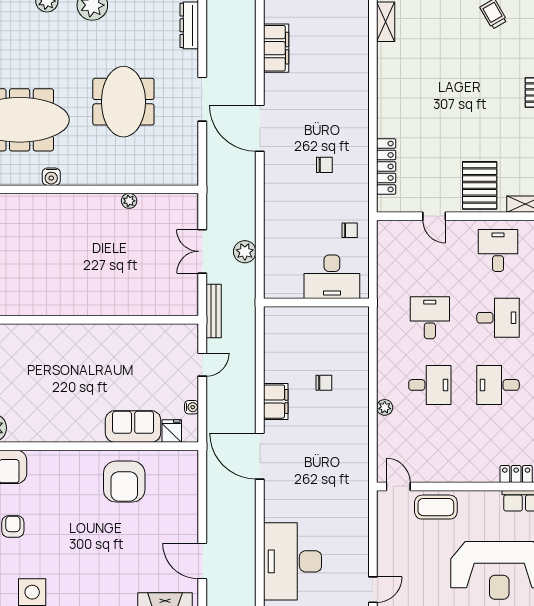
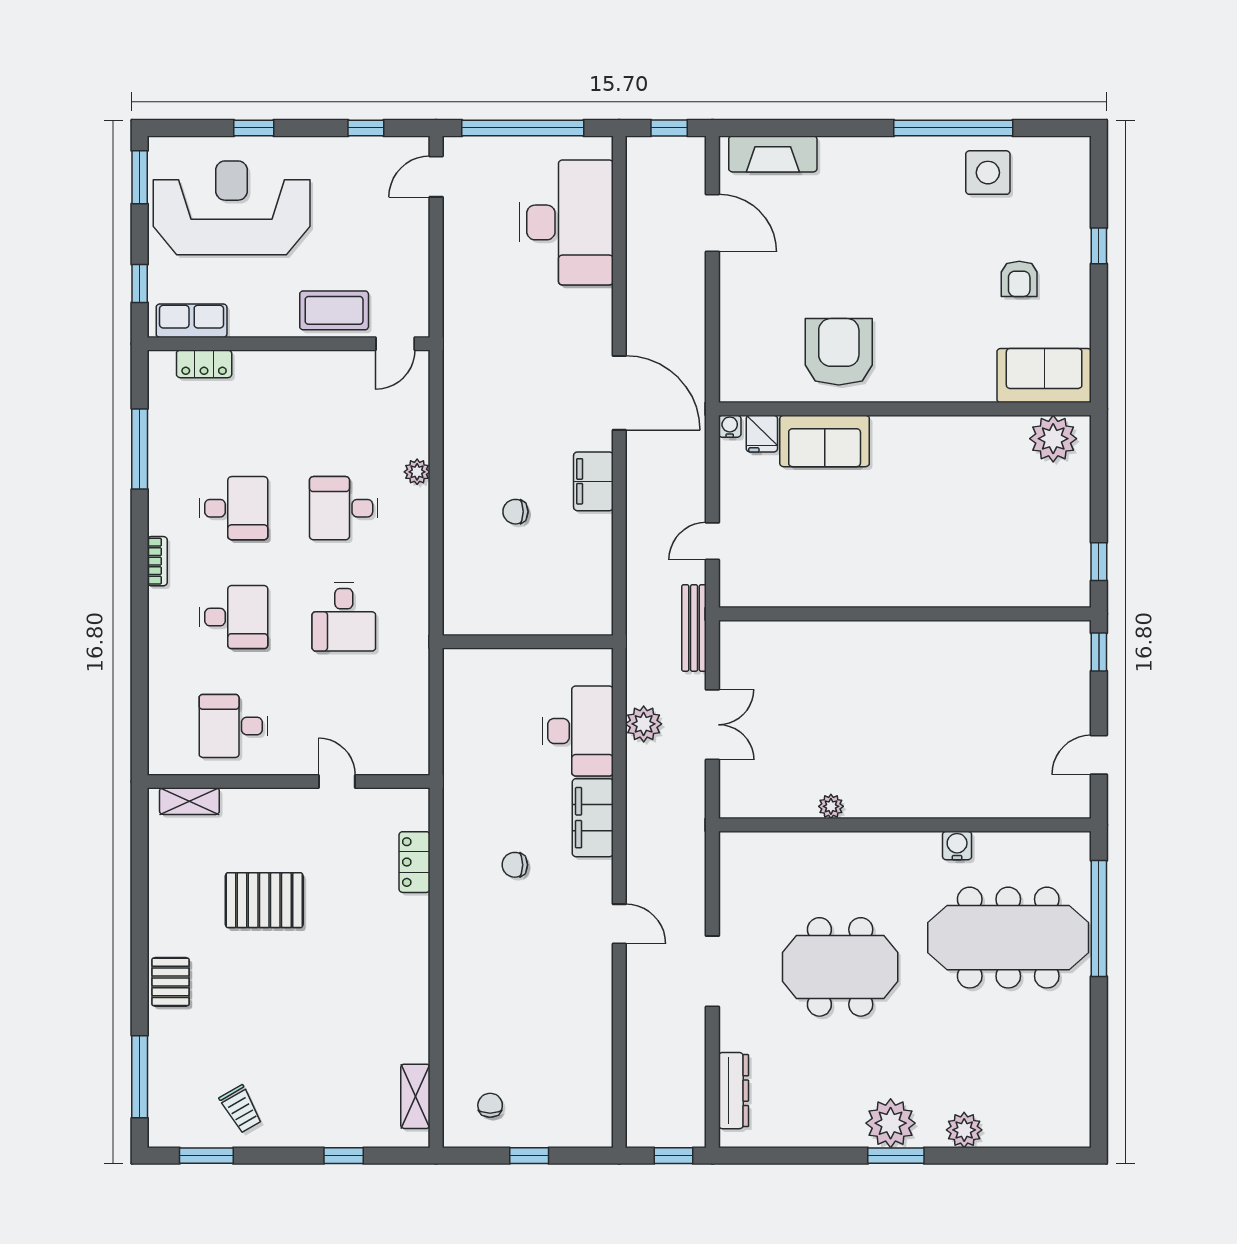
filing cabinet: (276, 48) -> (593, 818), moved
meeting table: (123, 102) -> (840, 967), turned 90
door: (260, 128) -> (619, 924), width x0.53
locker: (386, 166) -> (414, 862), width x0.66
pallet: (480, 185) -> (264, 900), moved, turned 90
chair: (350, 230) -> (490, 1105), moved, turned 90
desk: (498, 250) -> (233, 726), turned 90
desk: (332, 277) -> (578, 731), moved, turned 90
desk: (498, 318) -> (233, 617), turned 180
water cooler: (192, 407) -> (730, 426), moved, turned 90
door: (398, 486) -> (395, 344), hinge flipped

